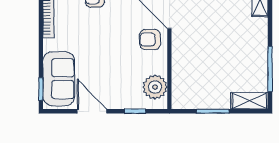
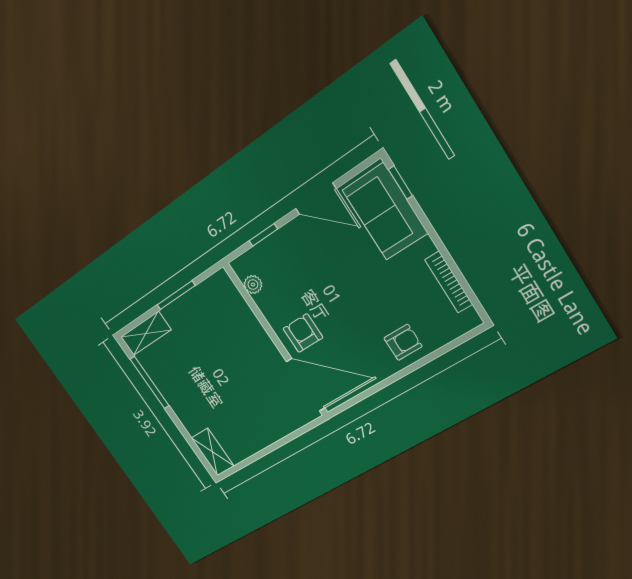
armchair: (150, 40) -> (303, 333), turned -90
plant: (155, 87) -> (253, 285), width x0.53, depth x0.53

